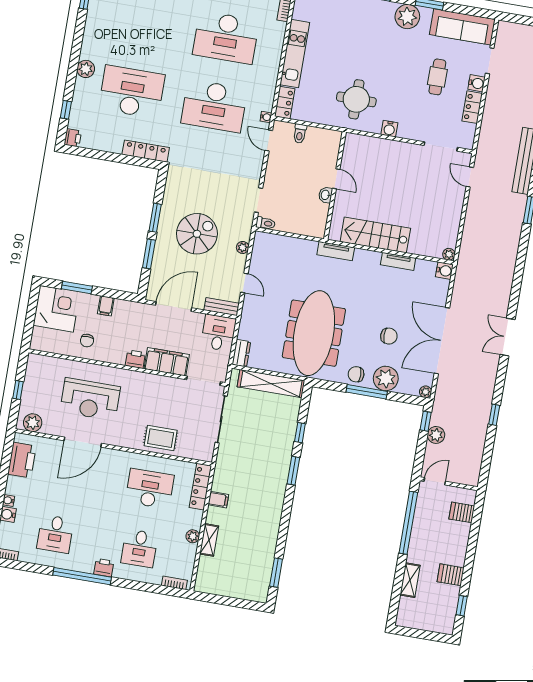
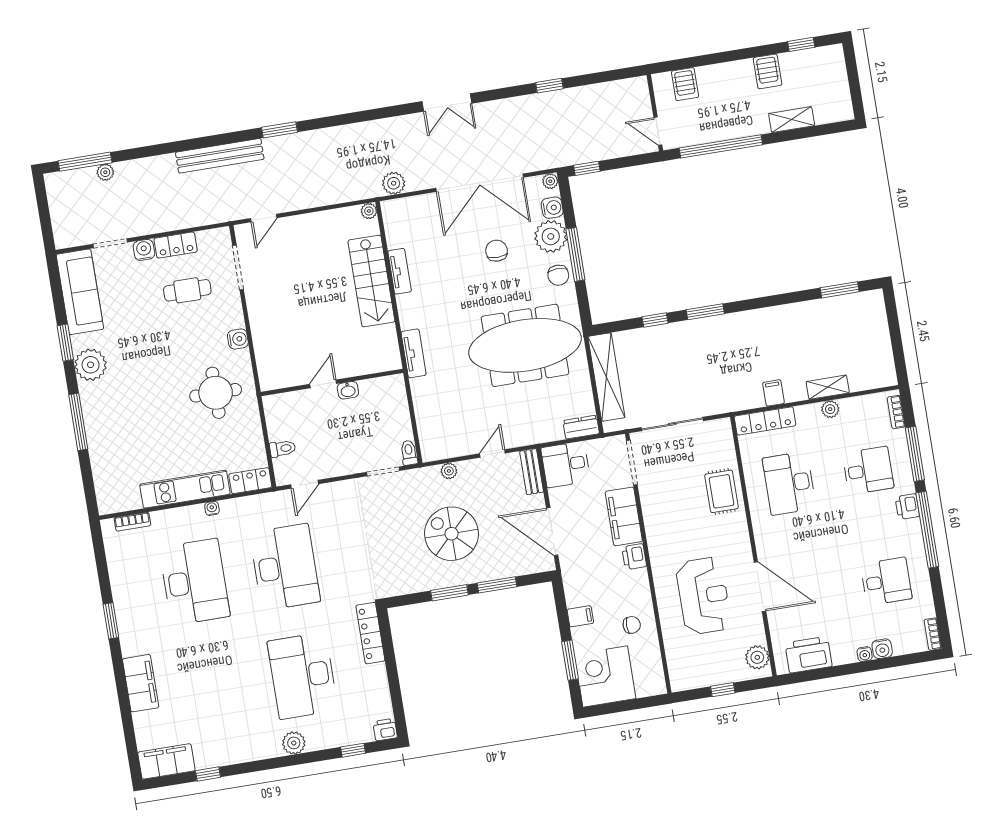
cafe table: (437, 77) -> (187, 290), moved
water cooler: (266, 117) -> (212, 508), moved
stairs: (375, 235) -> (371, 281), moved
water cooler: (444, 271) -> (552, 208), moved, turned 90
plant: (436, 435) -> (394, 183), moved
window: (140, 586) -> (915, 454), added

